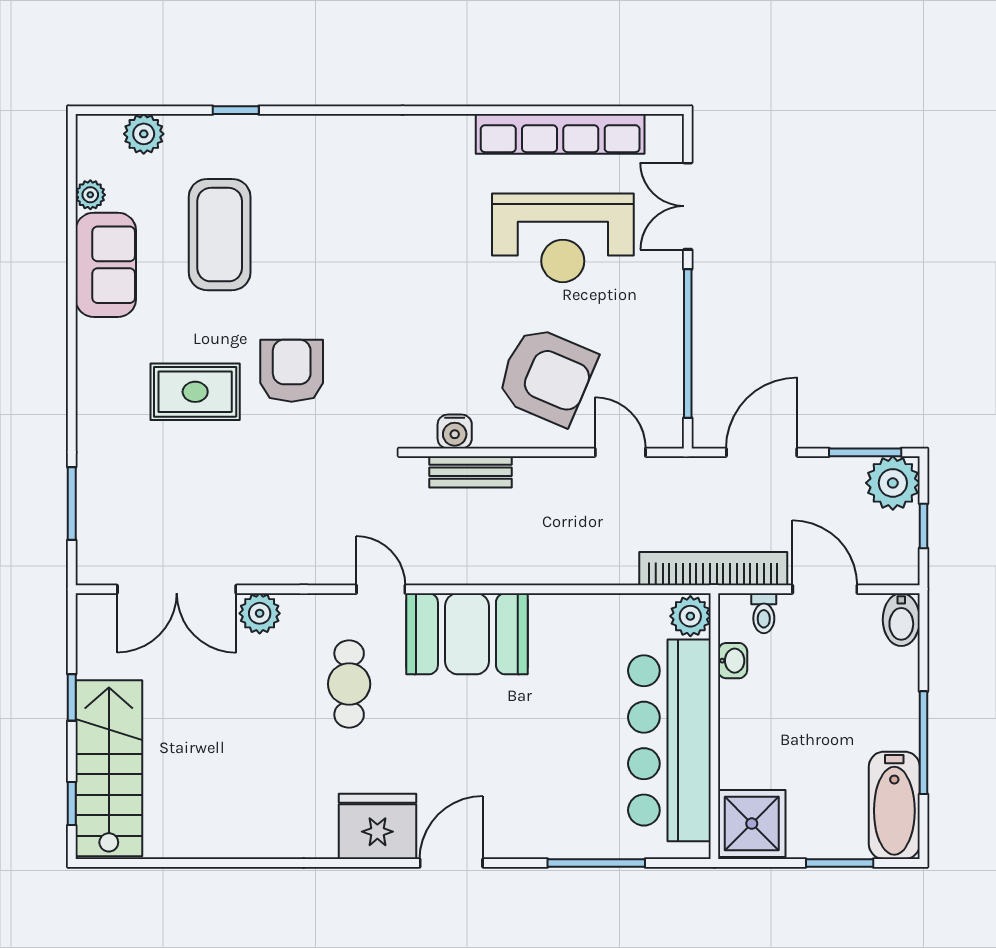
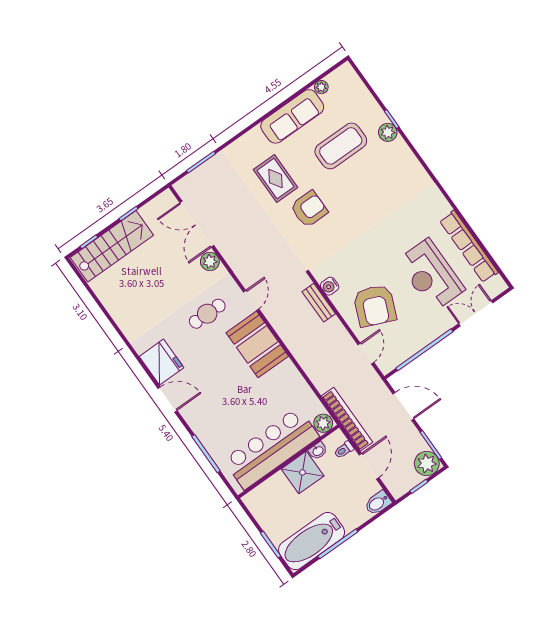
plant: (144, 134) -> (388, 132), moved
sofa: (106, 265) -> (292, 116), width x1.36
bathtub: (894, 805) -> (312, 541), width x1.36, depth x1.36
shower: (752, 824) -> (303, 472), moved

